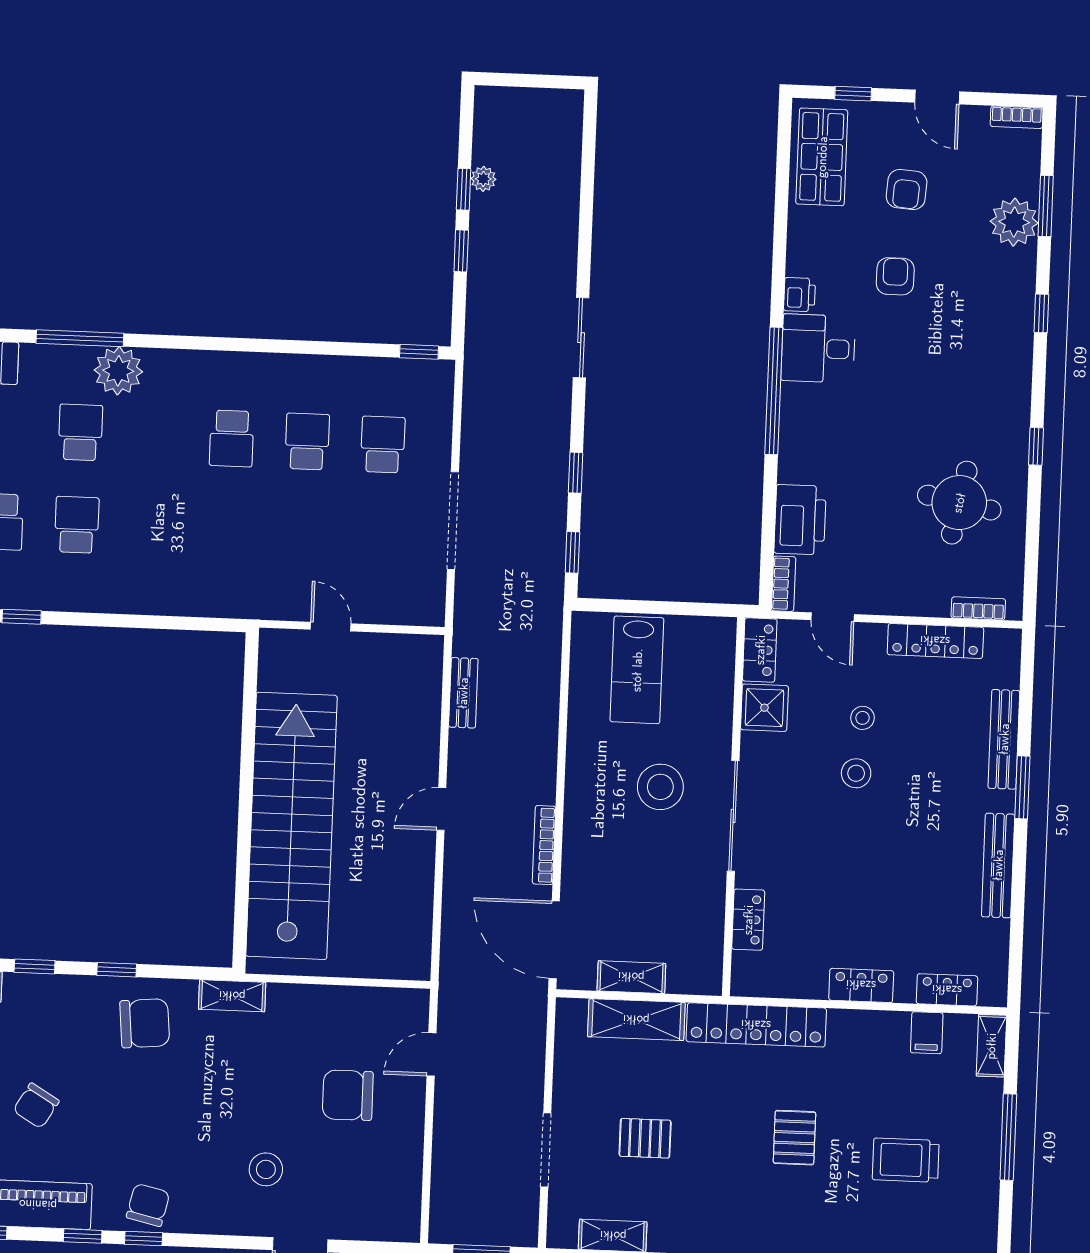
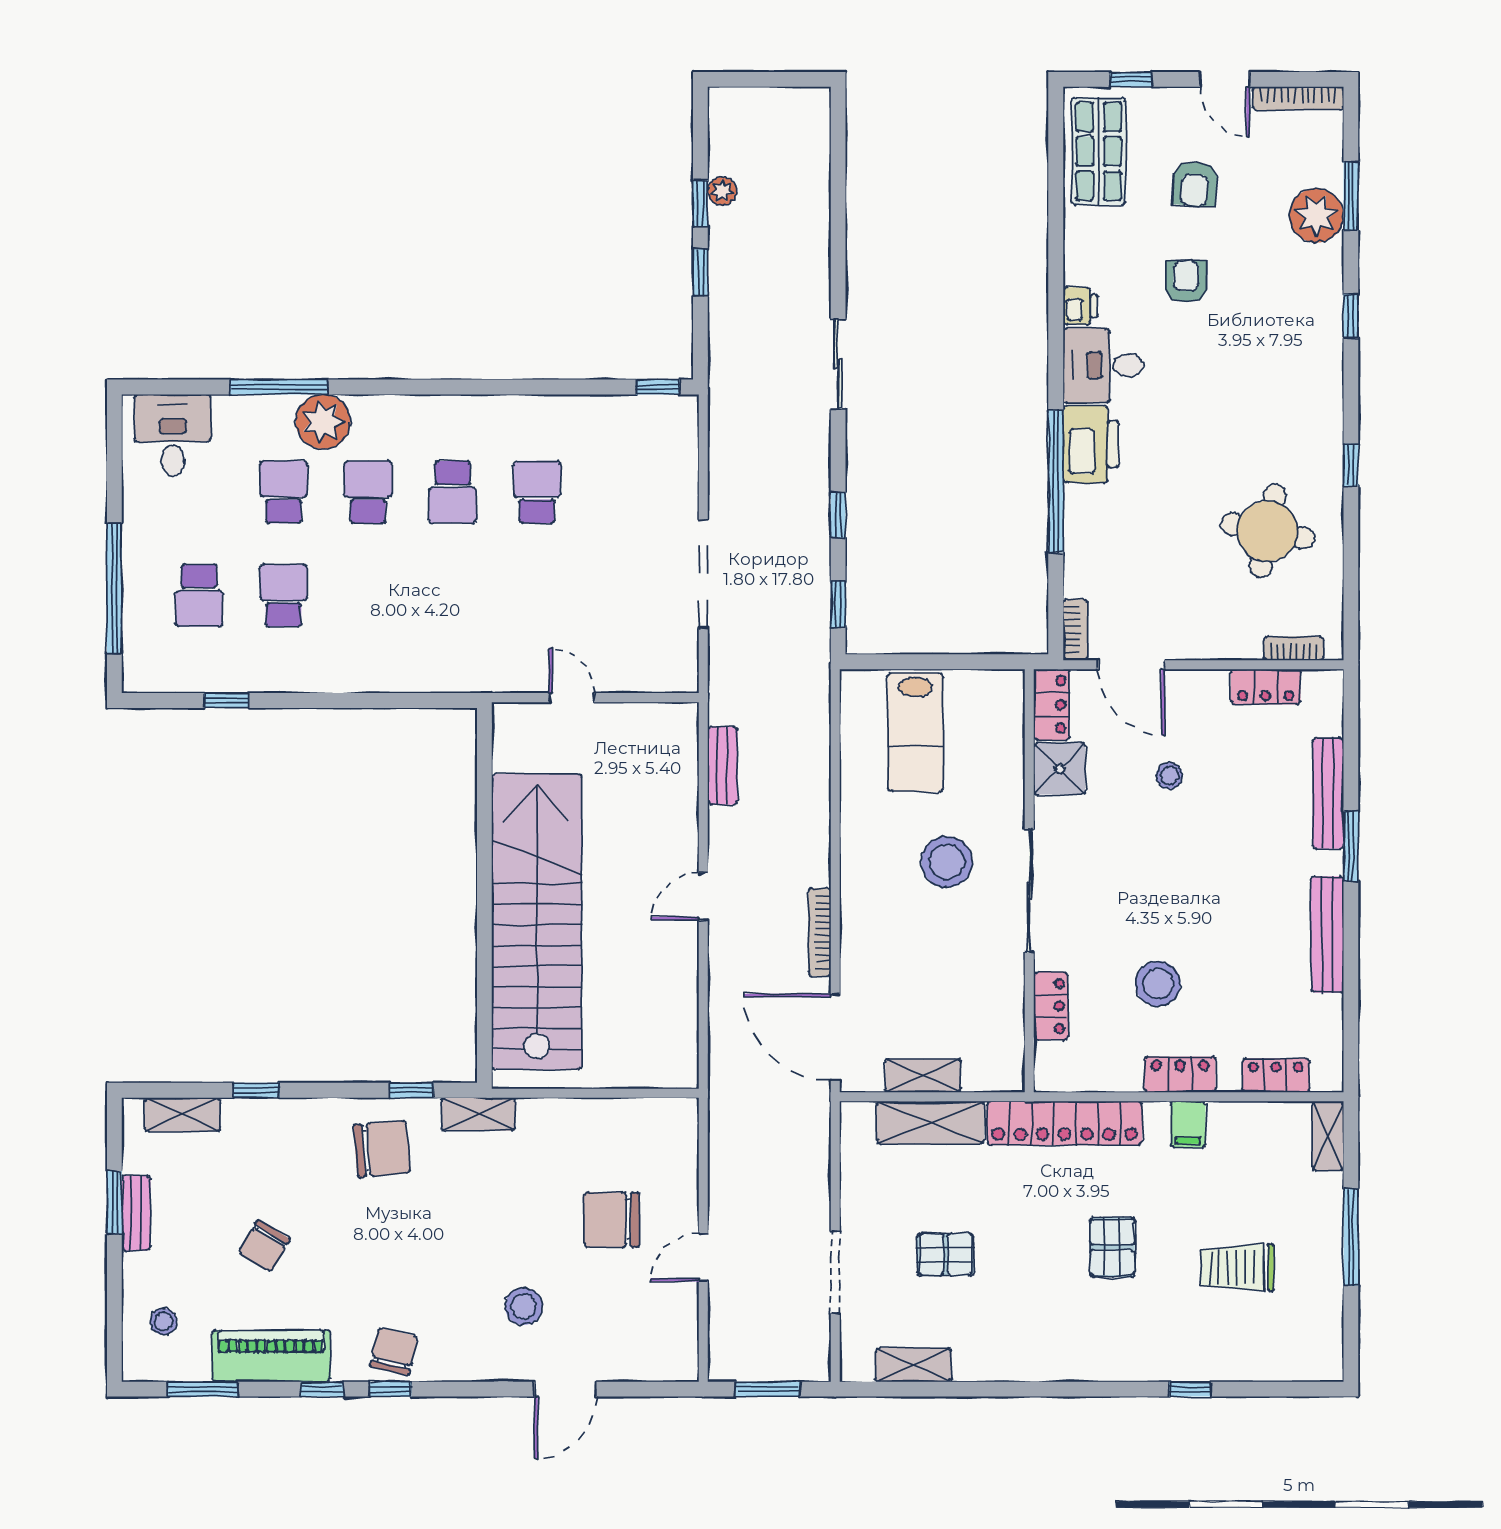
bookcase: (1017, 117) -> (1298, 98), width x1.56
window: (774, 391) -> (1056, 481), moved
school desk: (383, 445) -> (368, 492), moved
printer: (800, 520) -> (1091, 444), moved
door: (833, 617) -> (1131, 665), width x1.38
locker: (935, 641) -> (1266, 687), width x0.66
stool: (856, 773) -> (1158, 984), moved, width x1.38, depth x1.38
window: (117, 970) -> (411, 1090), moved
filing cabinet: (927, 1033) -> (1188, 1124), moved
door: (431, 1054) -> (703, 1257), moved

